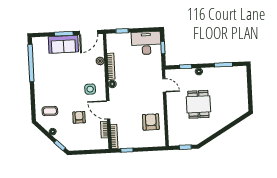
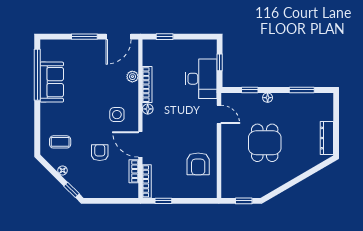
desk: (146, 43) -> (201, 79), moved, turned 90
sofa: (63, 44) -> (52, 82), moved, turned -90
dresser: (243, 99) -> (327, 138), added
armchair: (151, 122) -> (198, 164), turned 180

